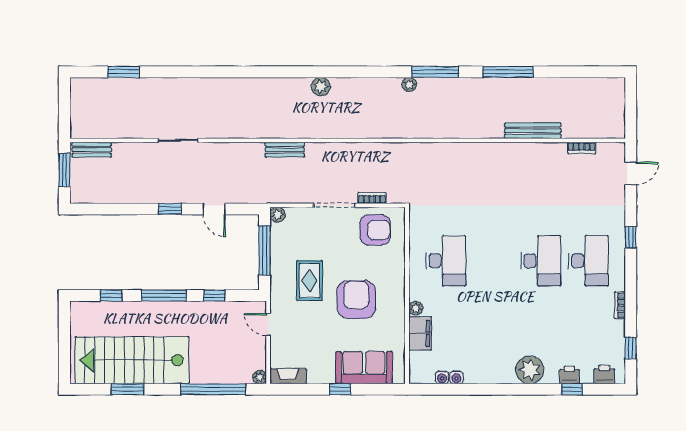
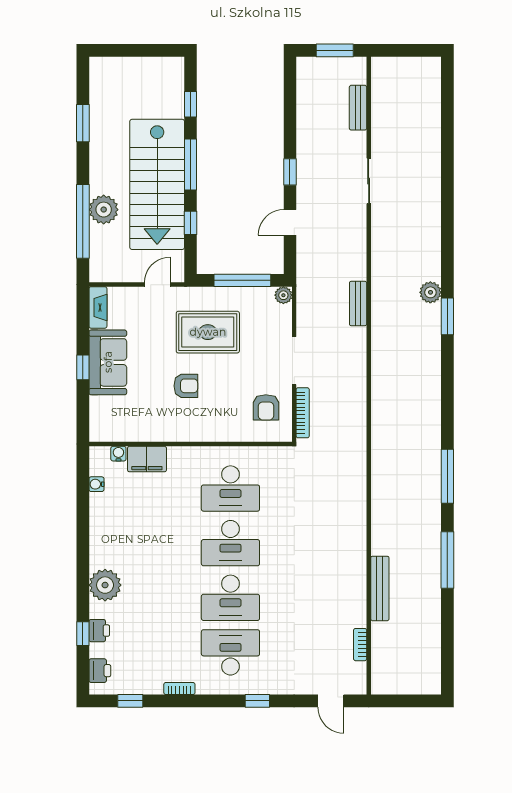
window: (124, 72) -> (447, 316), moved
plant: (409, 84) -> (433, 447), removed
plant: (321, 87) -> (430, 292), moved
bench: (92, 150) -> (358, 108), moved
bookcase: (372, 198) -> (303, 413), width x1.56
armchair: (375, 230) -> (266, 407), width x0.72, depth x0.72
desk: (493, 261) -> (230, 543), added
desk: (588, 261) -> (230, 652), turned 180
rug: (310, 281) -> (208, 332), width x1.36, depth x1.43
armchair: (356, 300) -> (186, 386), width x0.53, depth x0.53
plant: (416, 308) -> (176, 454), removed
stairs: (132, 360) -> (157, 184), moved, turned 180
sofa: (364, 368) -> (108, 362), moved
plant: (260, 377) -> (104, 210), moved, width x1.88, depth x1.88
water cooler: (456, 377) -> (118, 454), moved, turned 90

